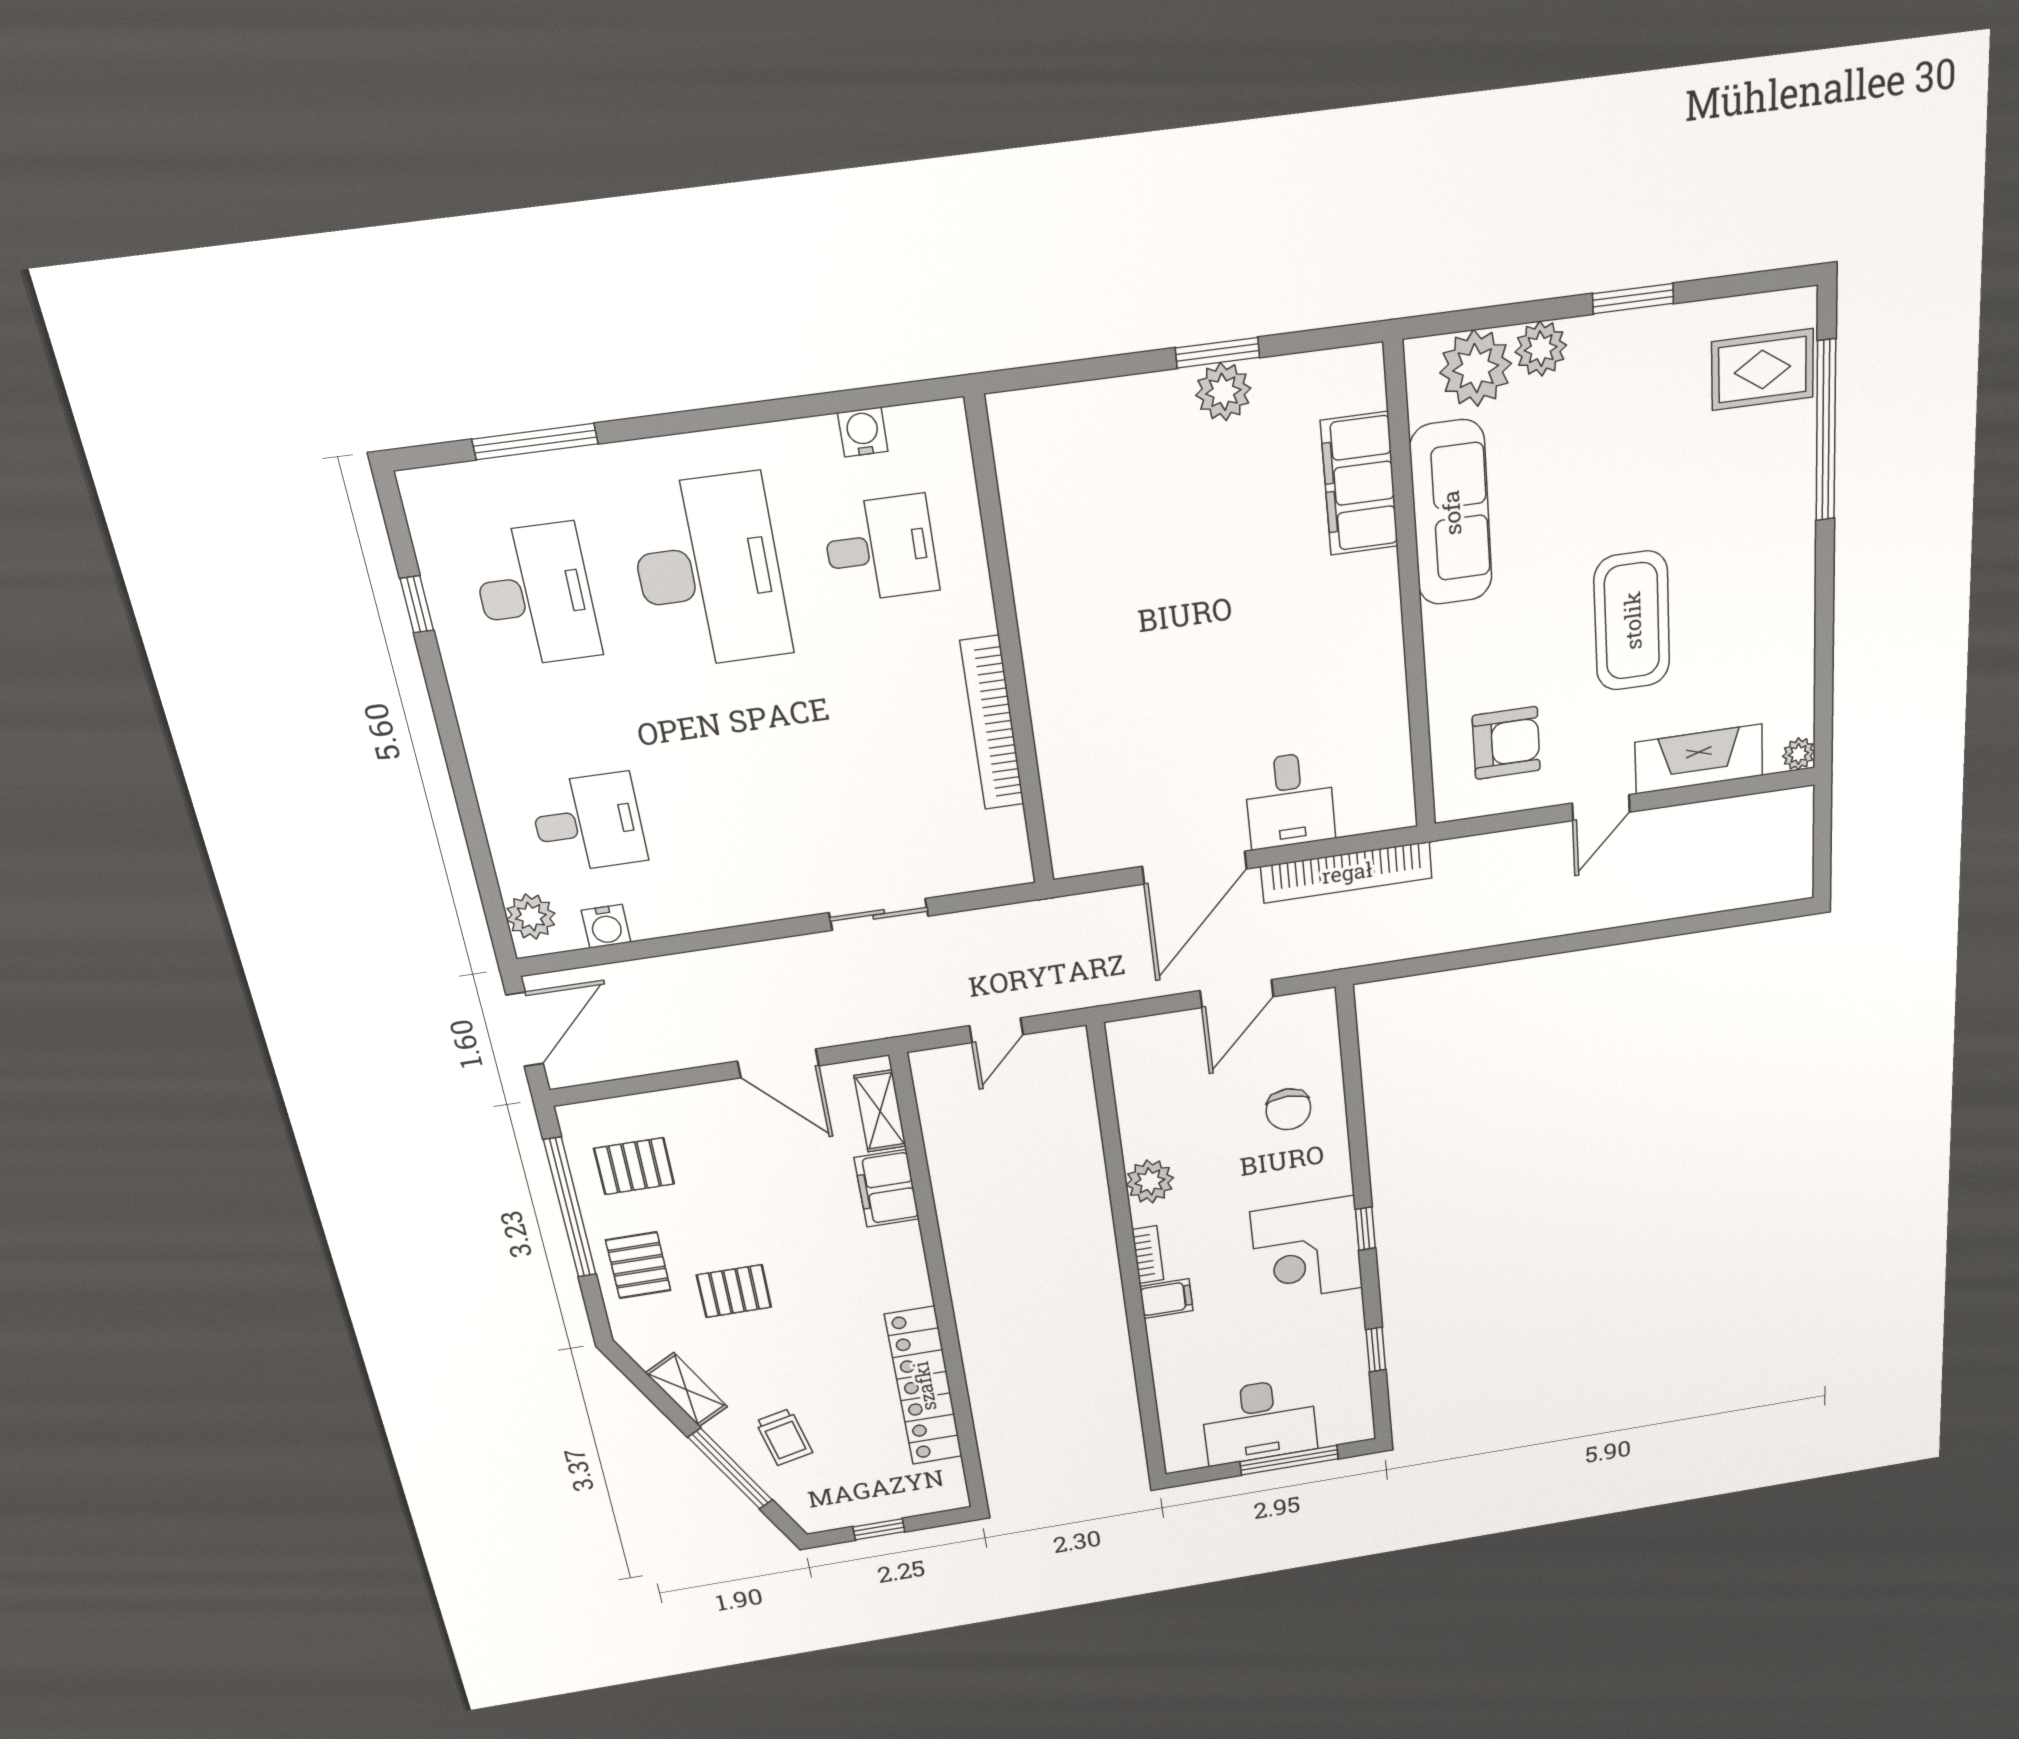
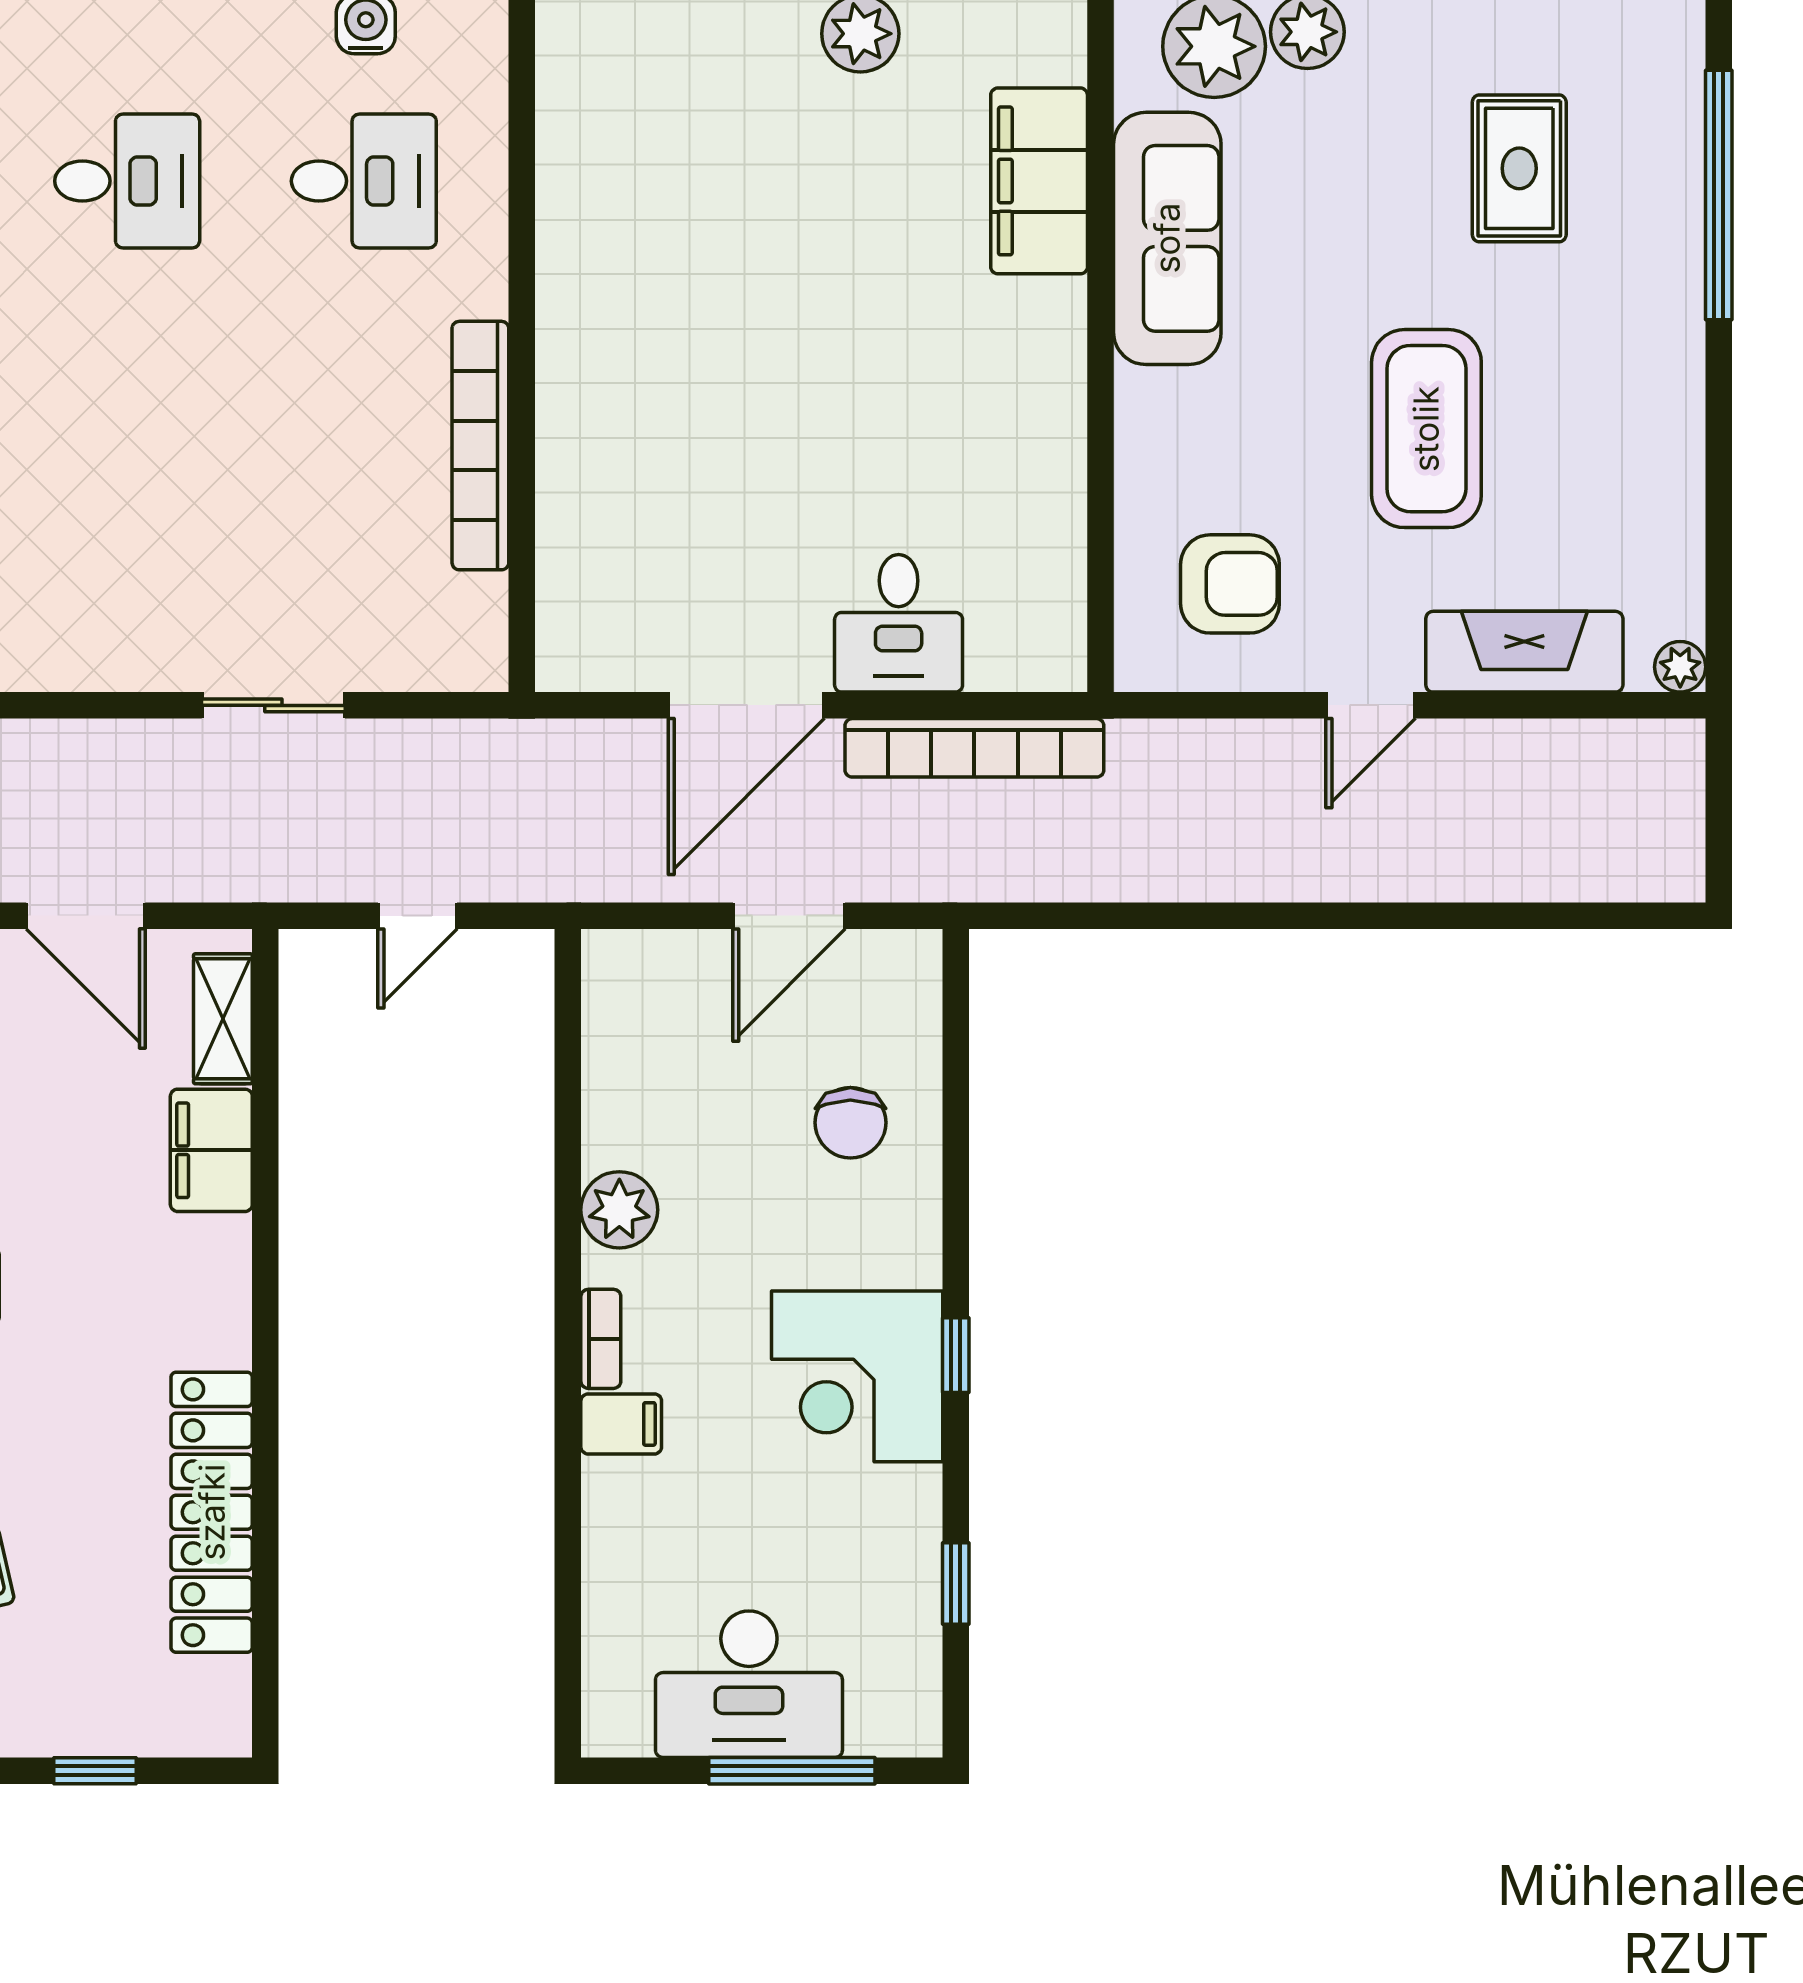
rug: (1762, 370) -> (1519, 168), moved, turned 90
desk: (709, 572) -> (127, 181), width x0.53, depth x0.77

